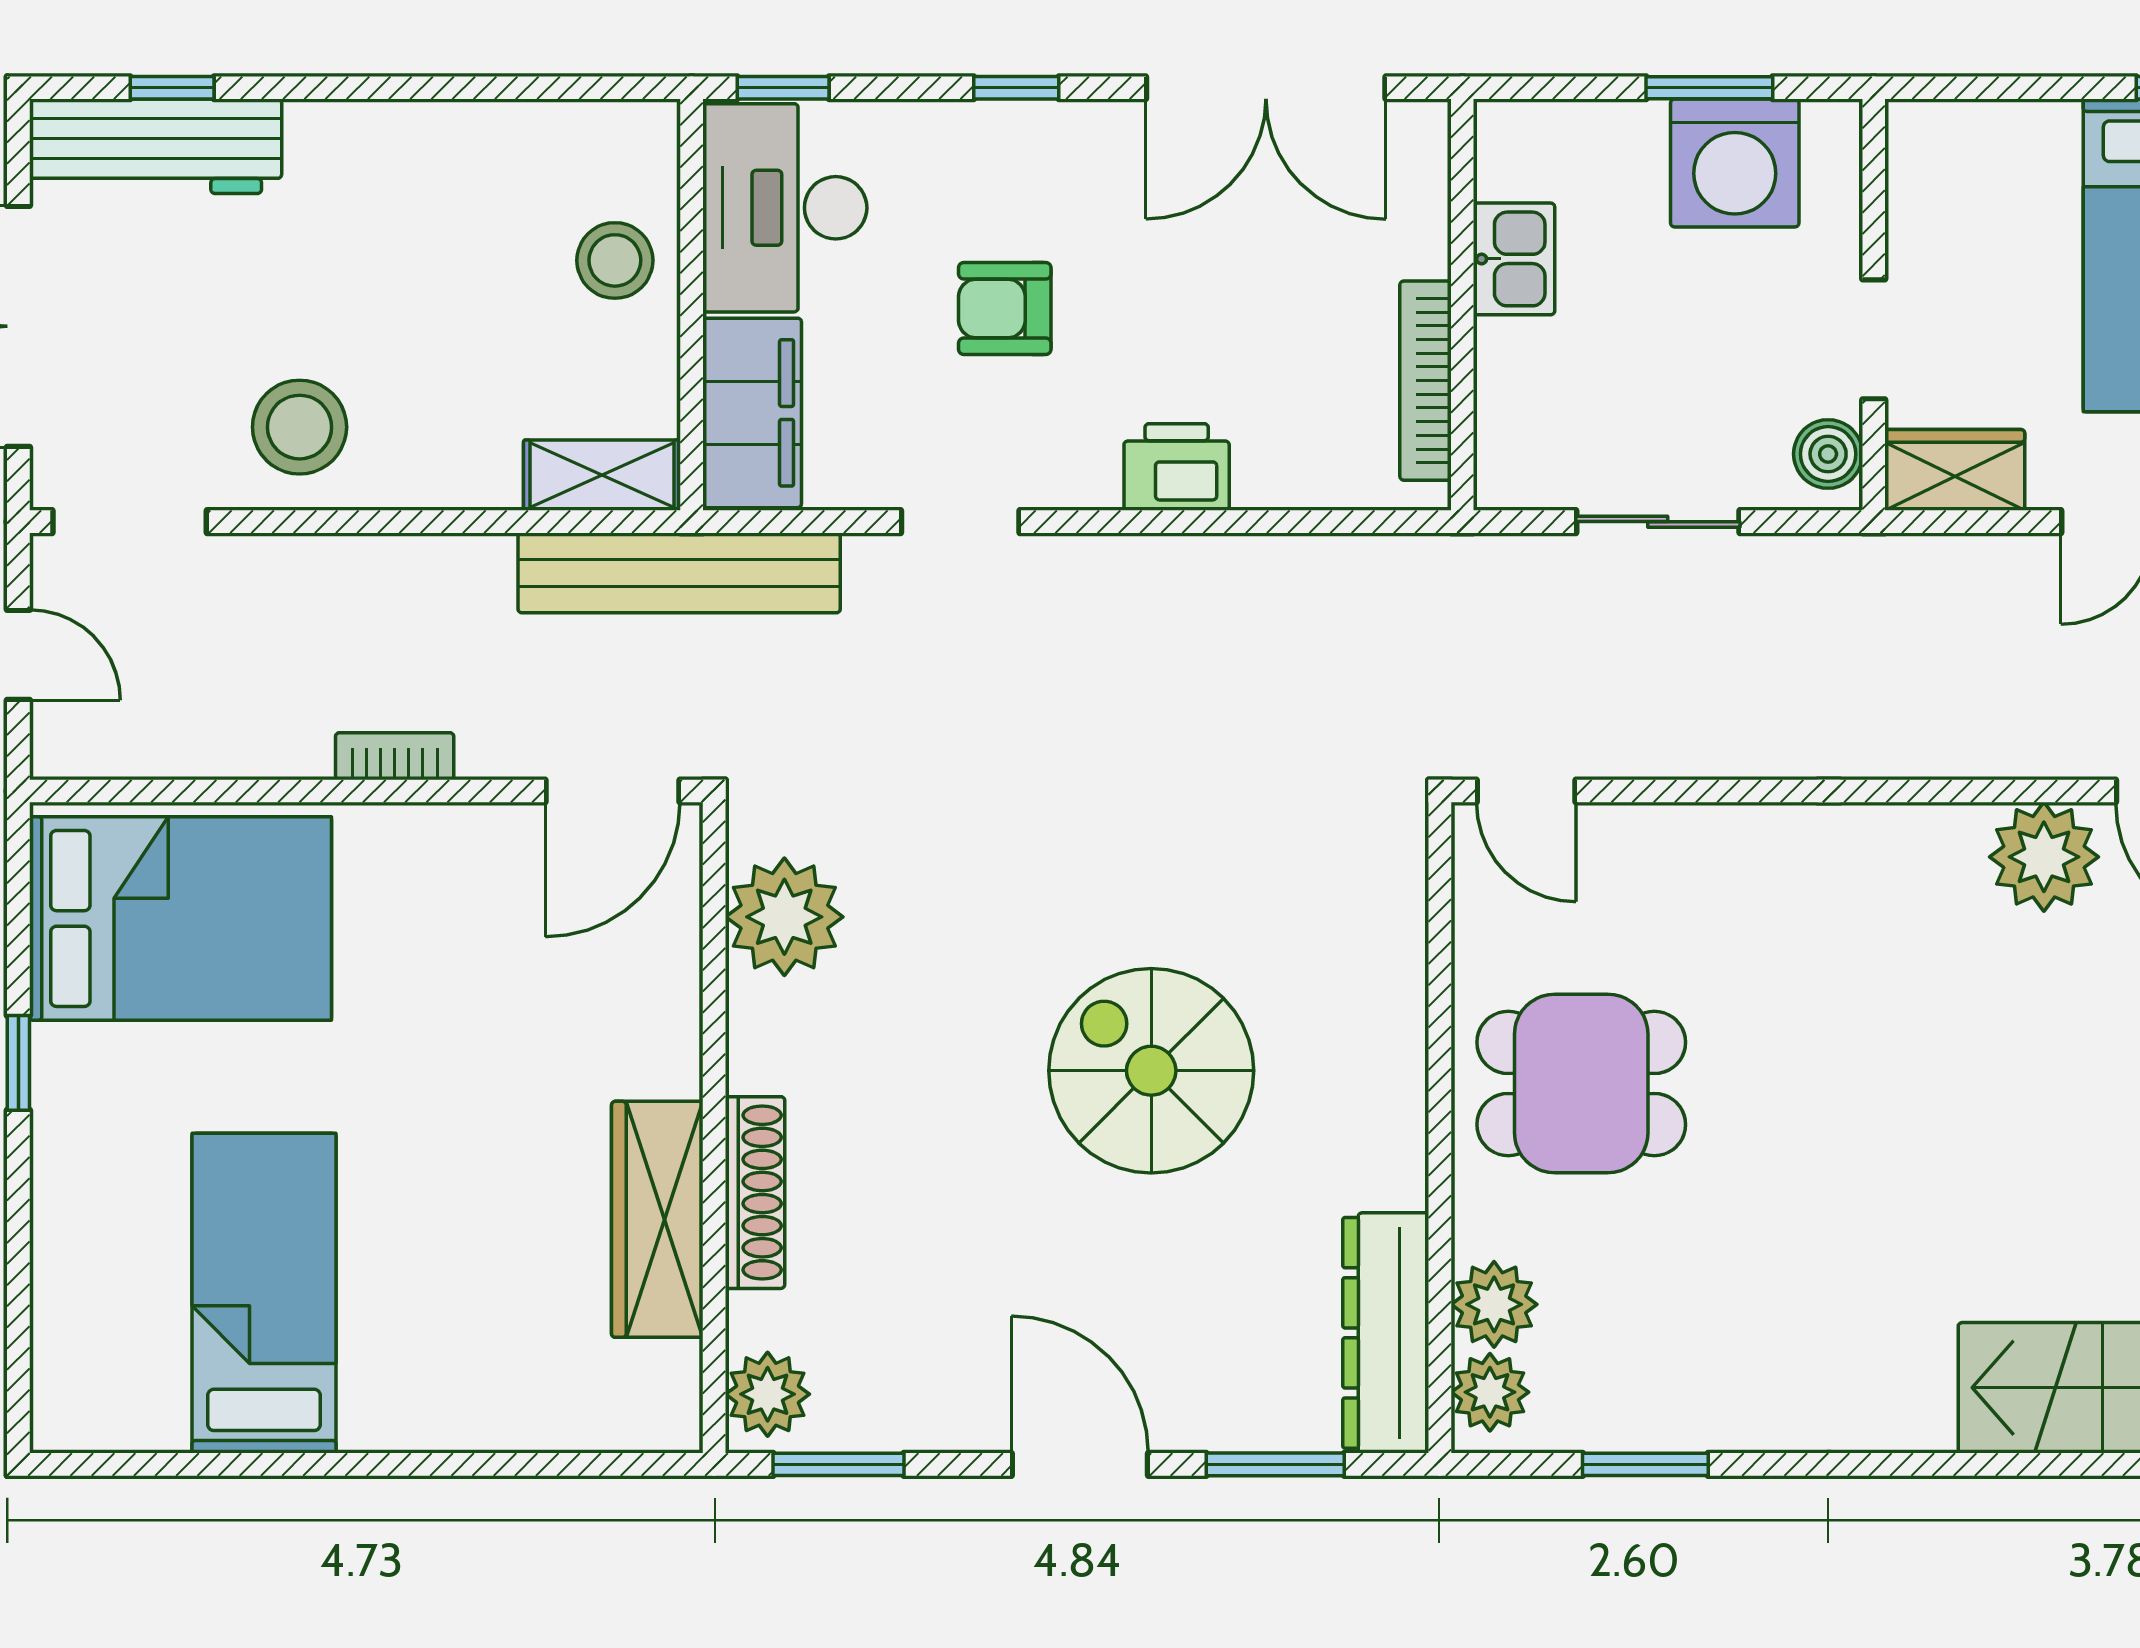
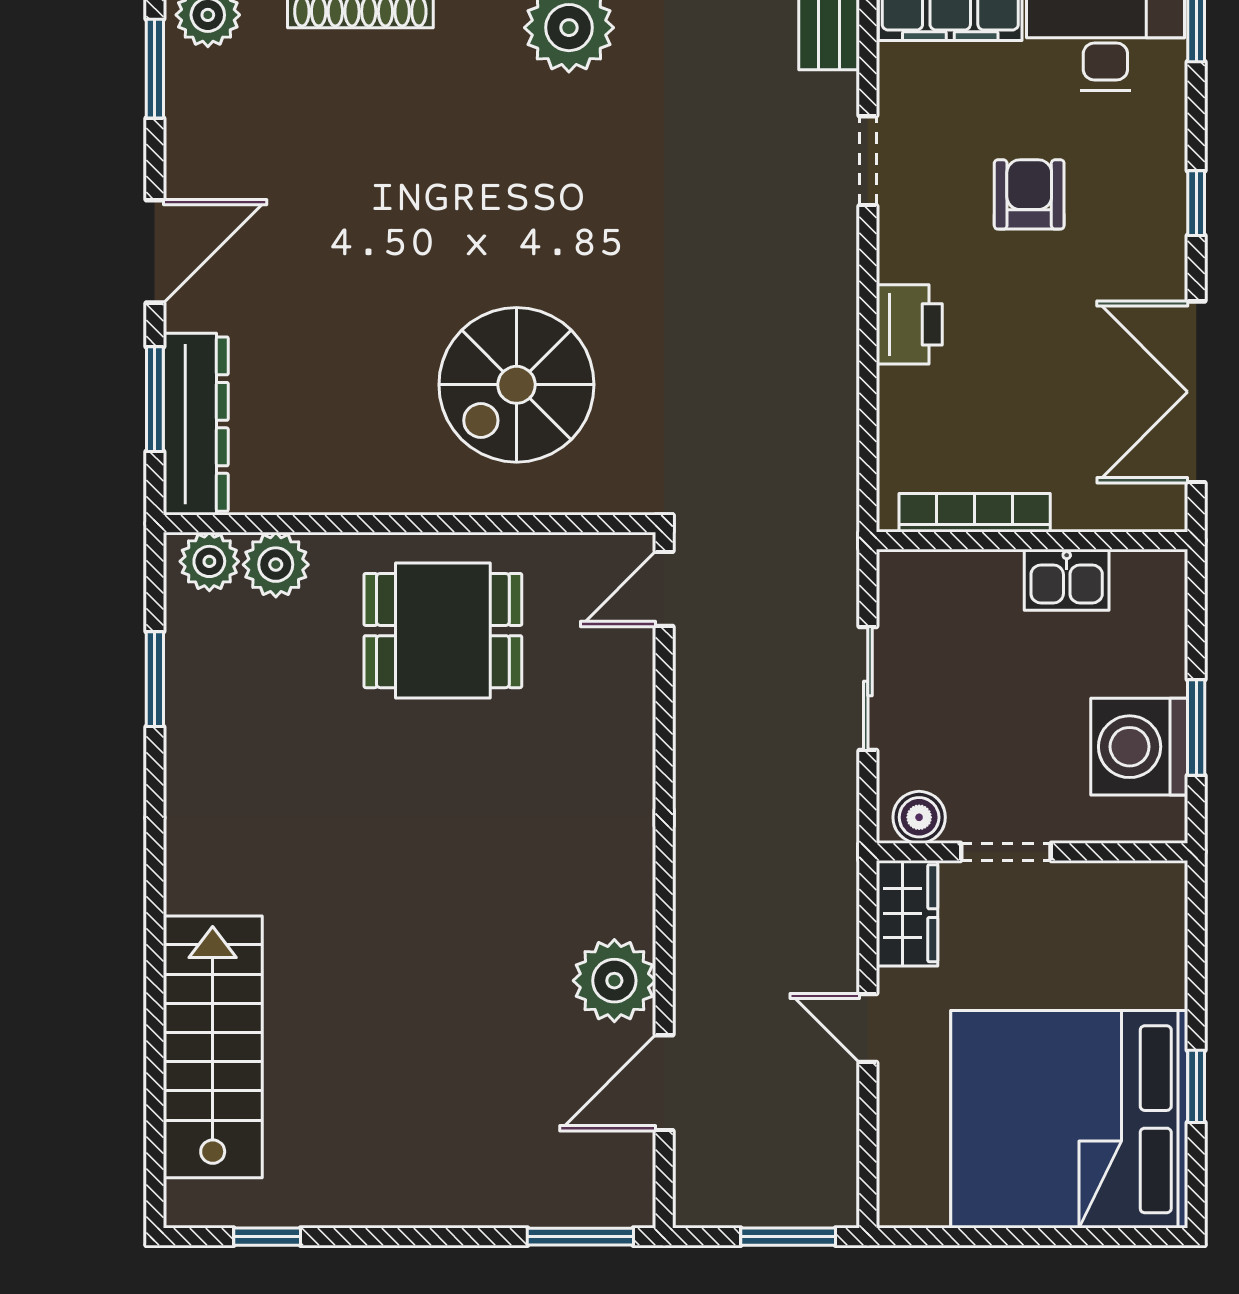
spiral stairs: (1151, 1071) -> (516, 385), moved, turned 180
dining table: (1581, 1083) -> (443, 631), turned 90
dresser: (1386, 1333) -> (196, 424), moved, turned 90

